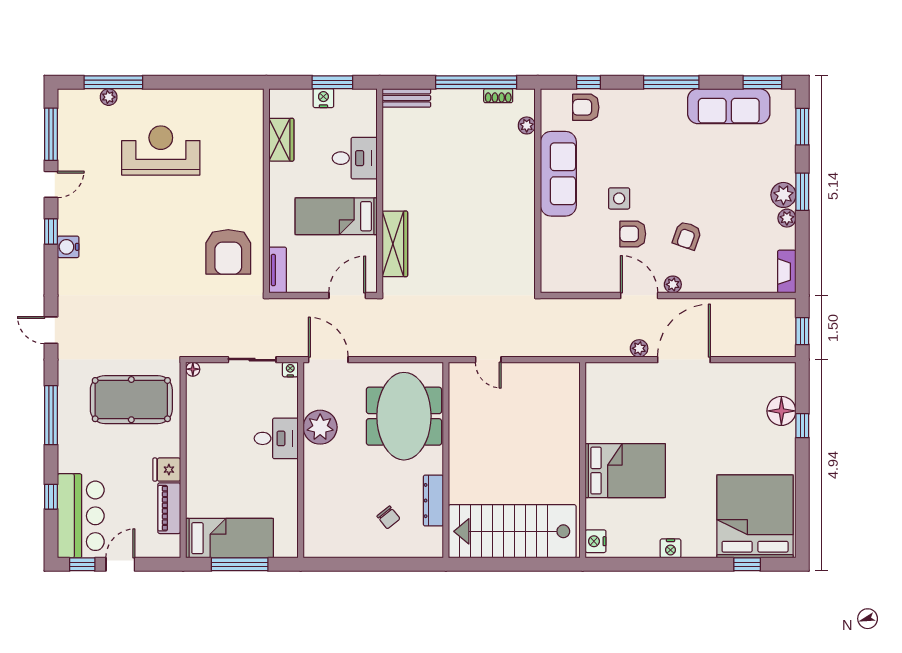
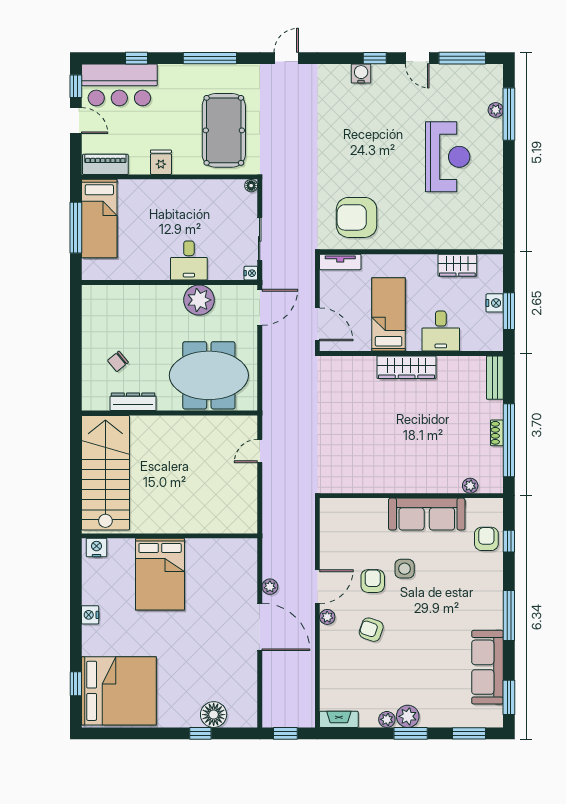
shoe rack: (498, 96) -> (497, 433), moved
wardrobe: (395, 244) -> (407, 367), moved
piano: (169, 508) -> (105, 164), moved

